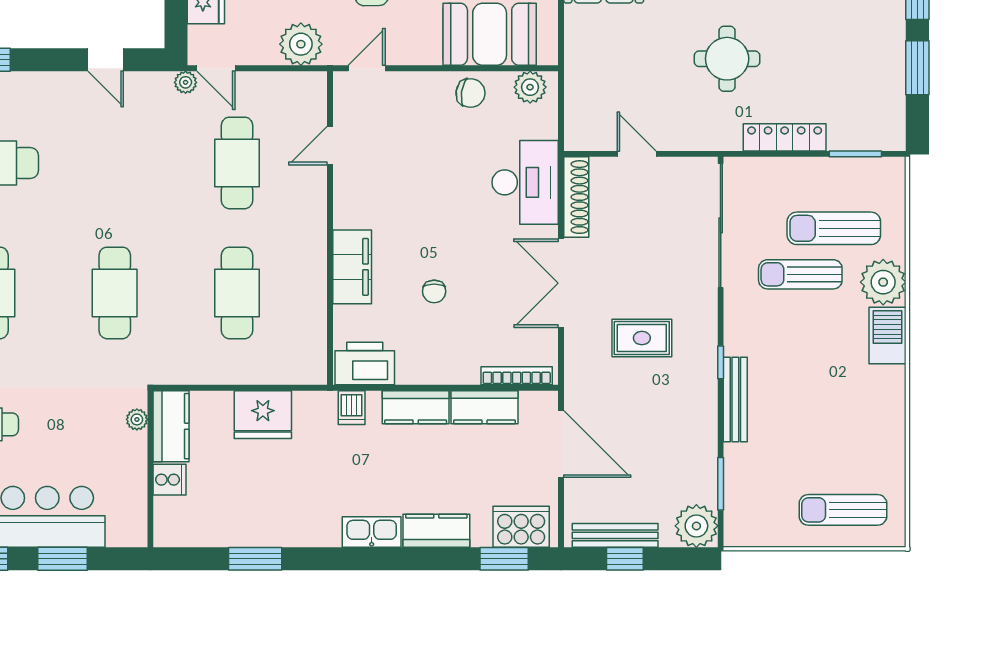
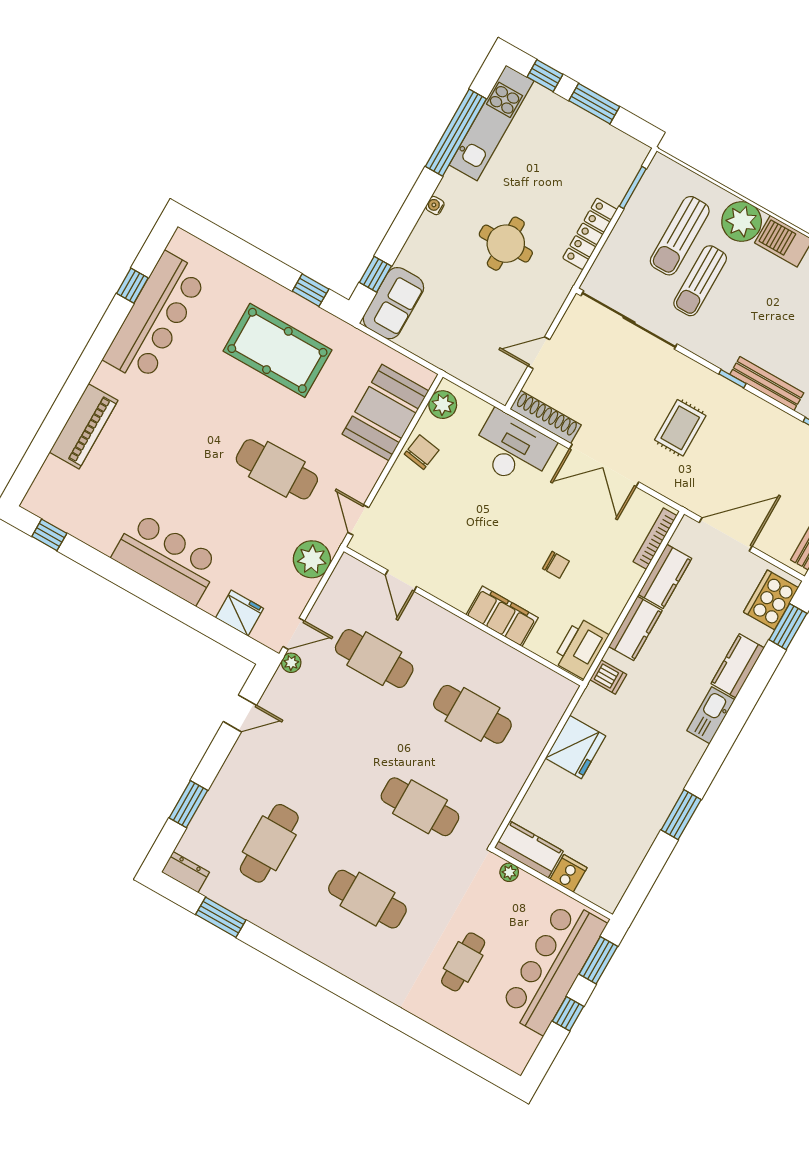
plant: (137, 419) -> (509, 872), moved
kitchen counter: (171, 426) -> (529, 849), moved
wall: (150, 469) -> (552, 883), moved
cooker: (170, 480) -> (569, 873), moved

